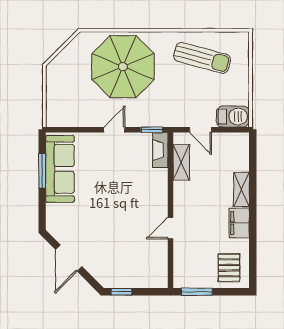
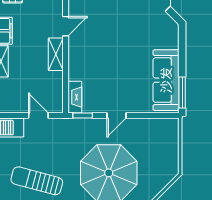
shelving: (181, 162) -> (56, 54), moved
window: (42, 171) -> (182, 93), moved

